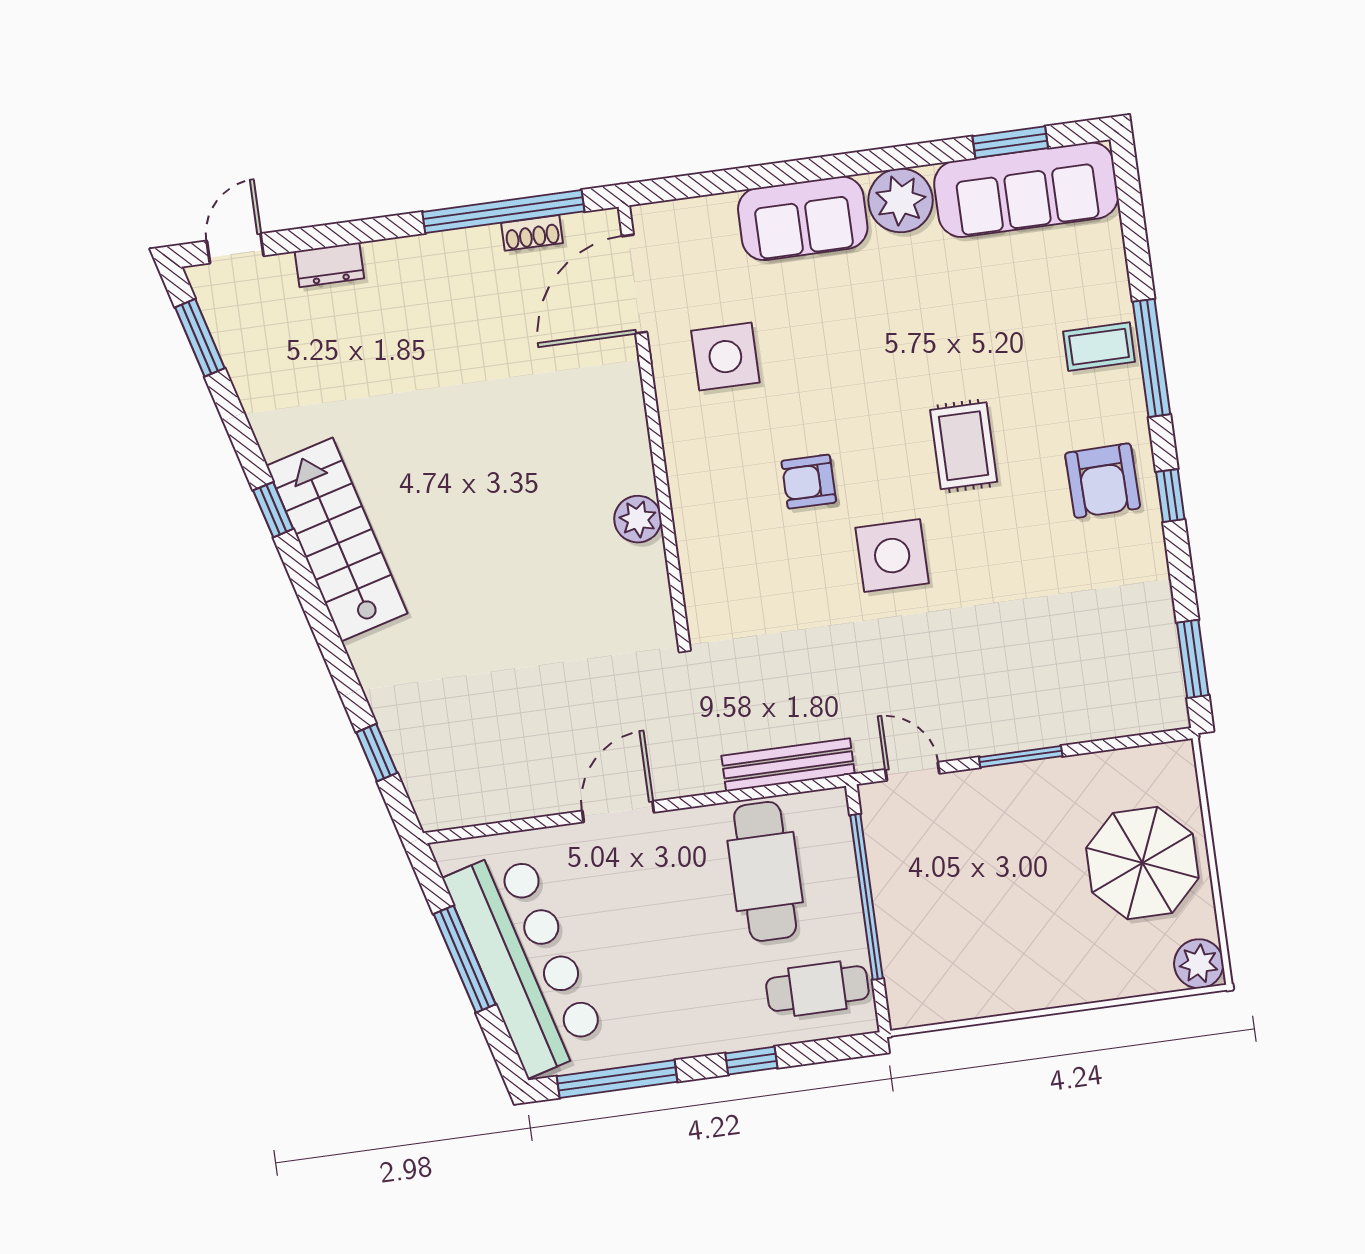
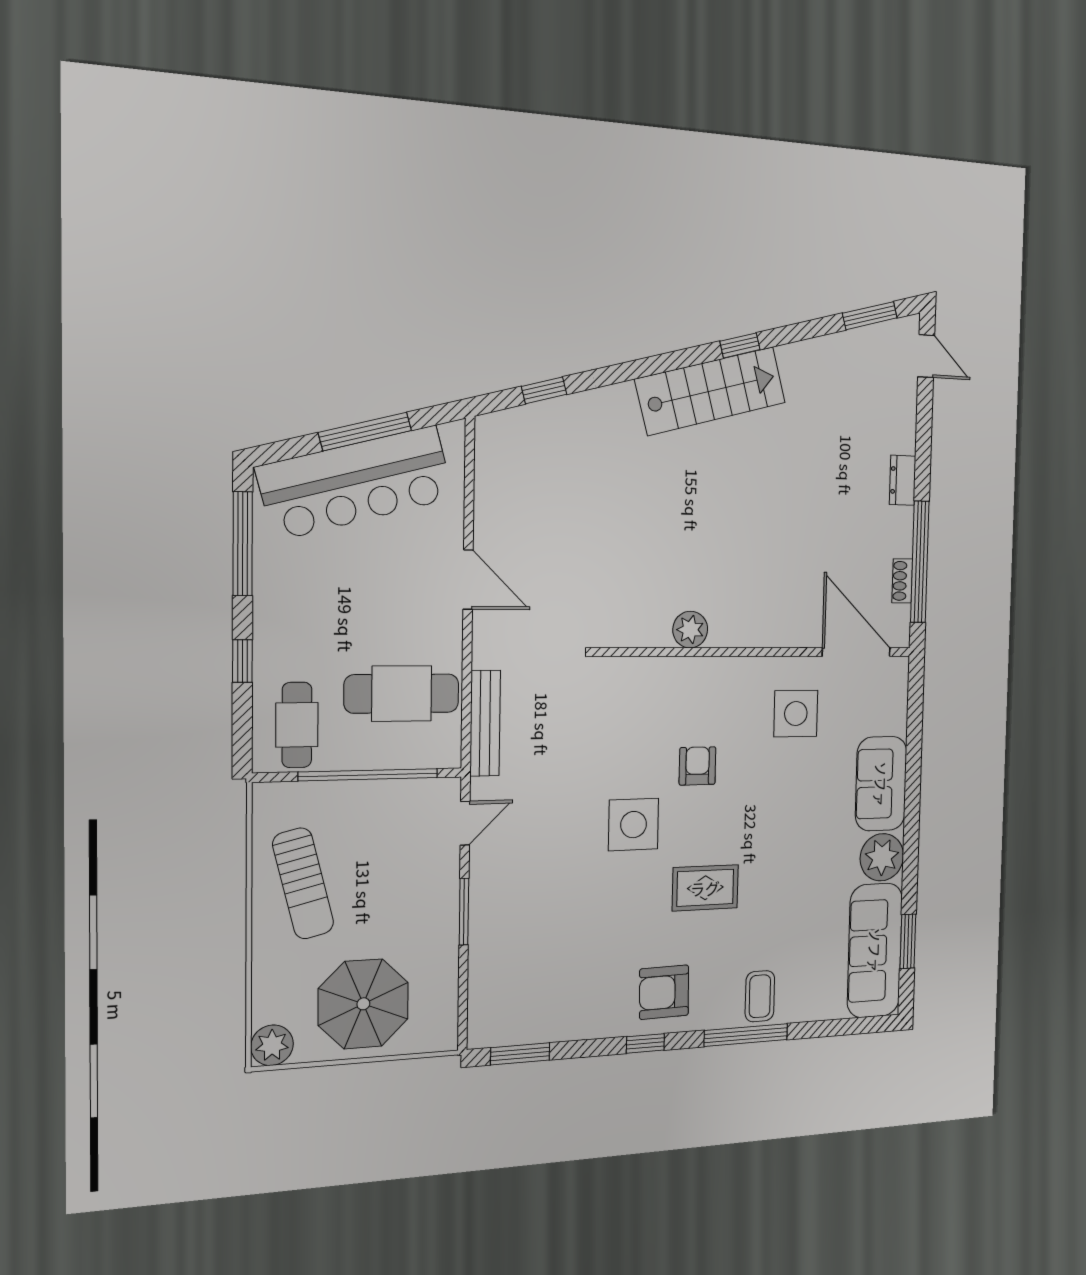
dresser: (329, 265) -> (903, 480), moved
sun lounger: (1003, 955) -> (303, 883), added

